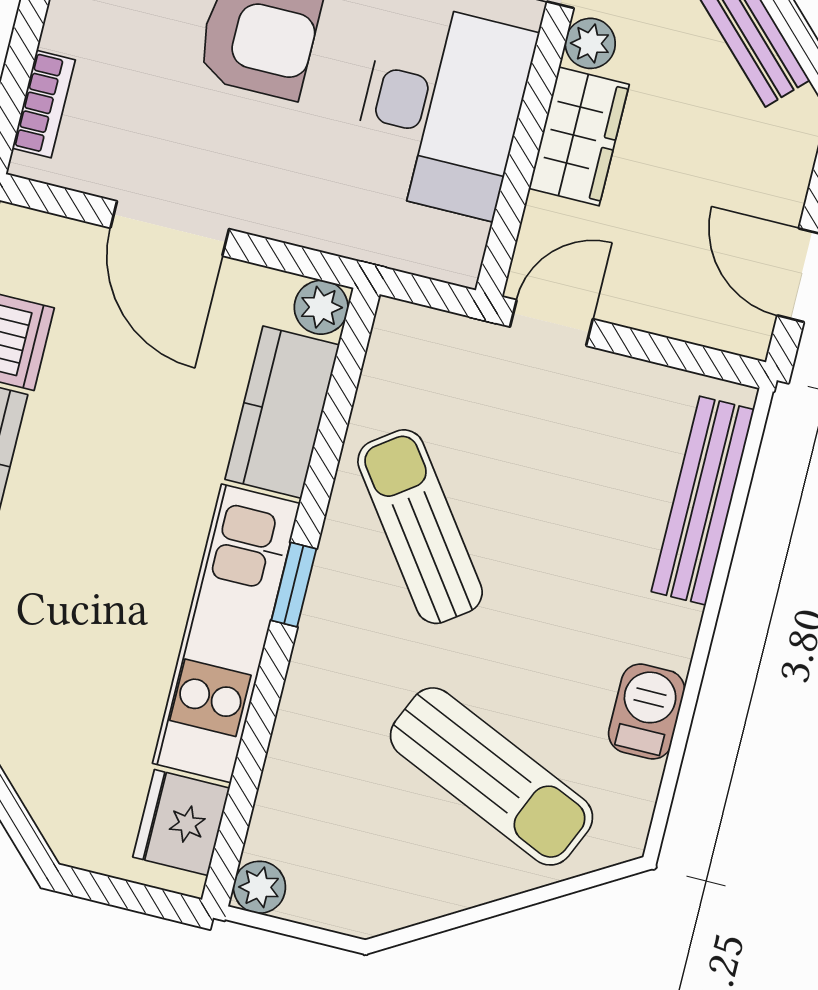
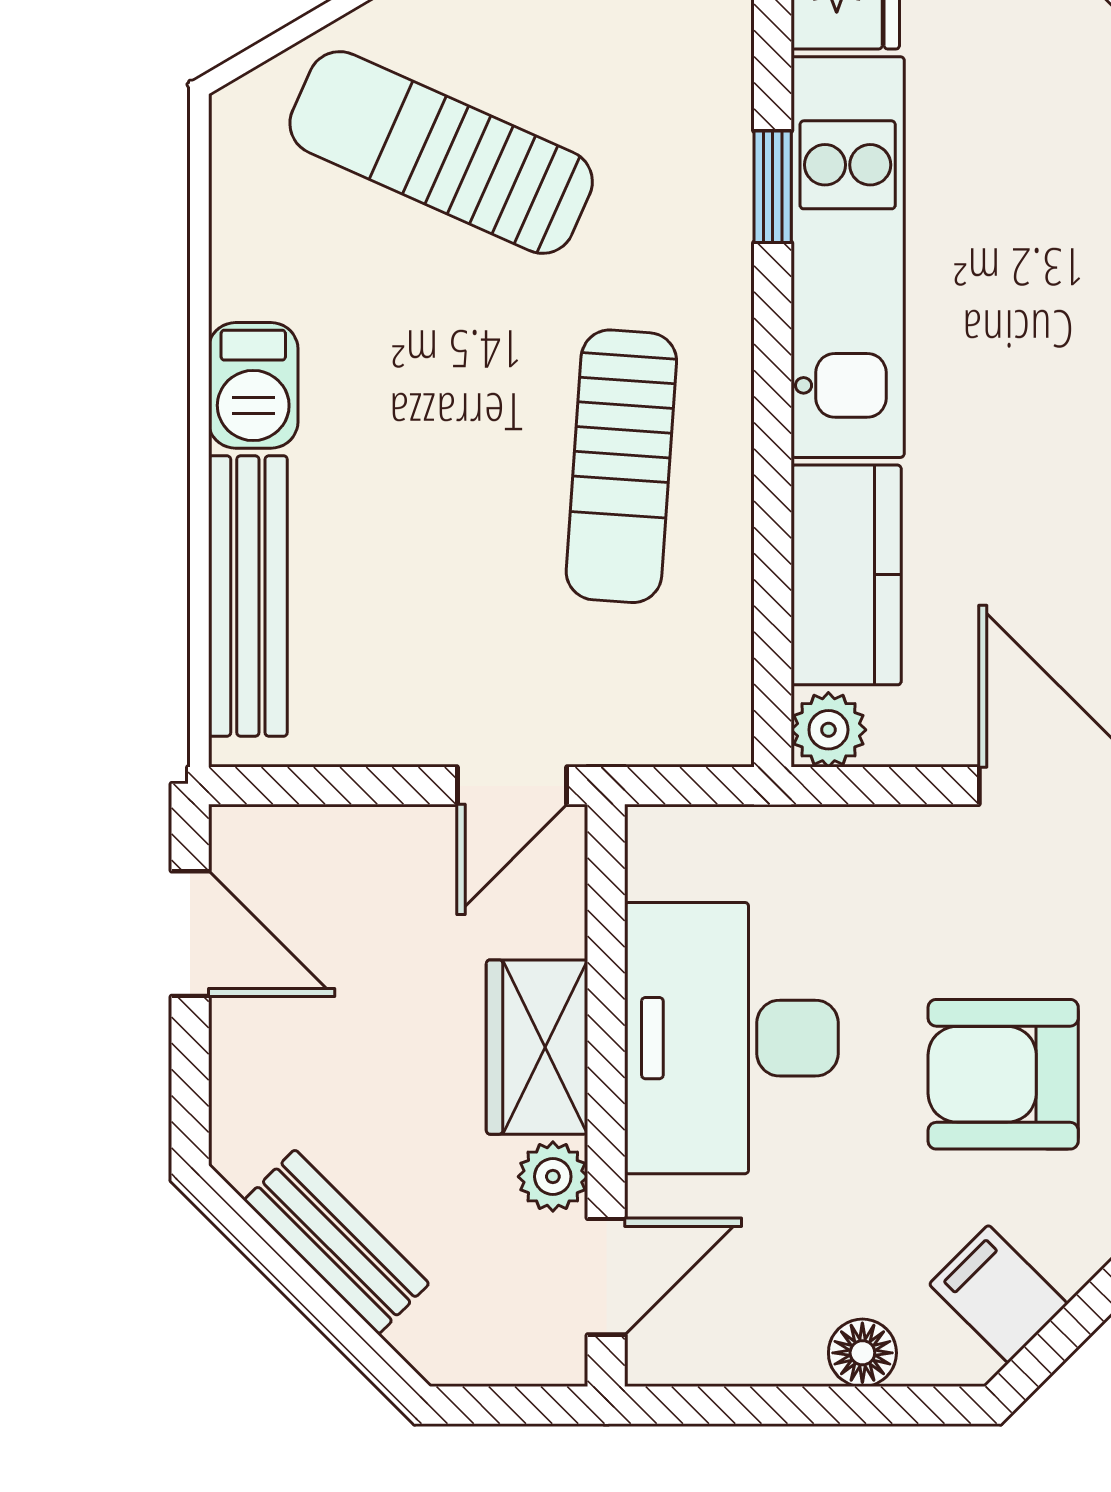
sun lounger: (420, 527) -> (621, 466), turned 40
window: (294, 585) -> (773, 187), moved
barbecue: (647, 712) -> (253, 385), moved

